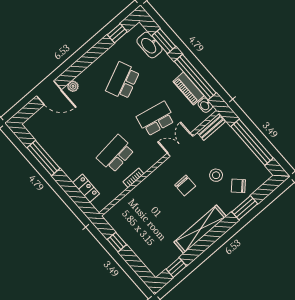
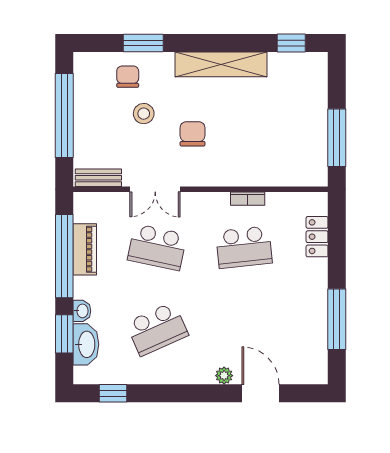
washbasin: (205, 105) -> (82, 311), moved
chair: (238, 186) -> (128, 77), turned -134
window: (117, 242) -> (337, 138), width x2.17

